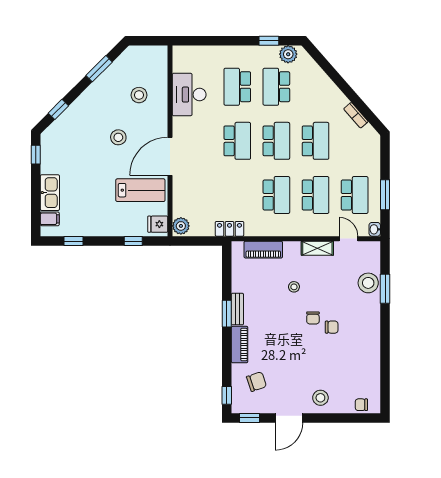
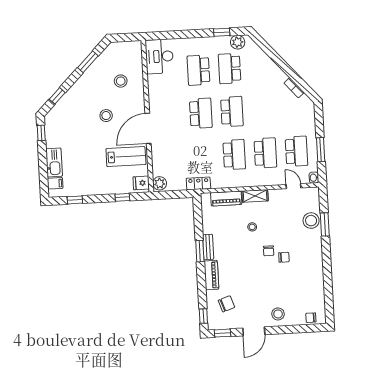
desk: (189, 95) -> (159, 56), moved
school desk: (315, 141) -> (263, 110), removed
shelving: (317, 248) -> (255, 196), moved

